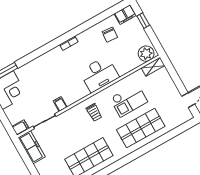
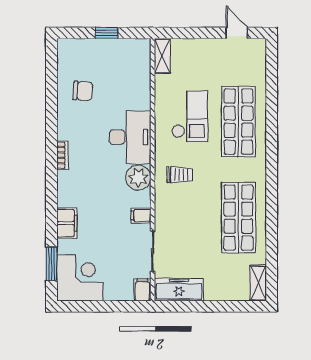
filing cabinet: (125, 14) -> (67, 223), moved
window: (143, 21) -> (106, 33), moved
plant: (146, 54) -> (138, 178), moved

